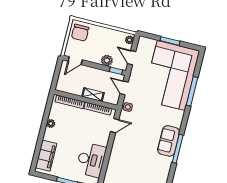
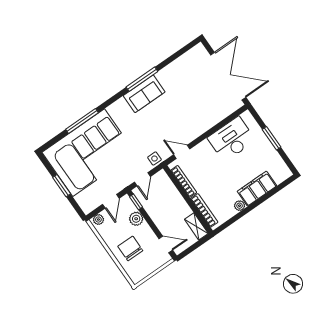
chair: (80, 33) -> (130, 248), moved, turned -90
shelving: (93, 95) -> (196, 226), moved
filing cabinet: (46, 156) -> (257, 189), moved

